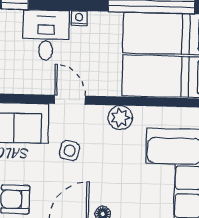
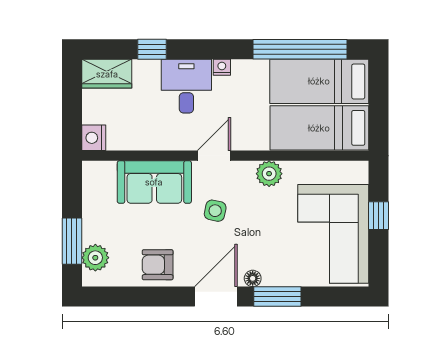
door: (70, 100) -> (214, 156), hinge flipped

